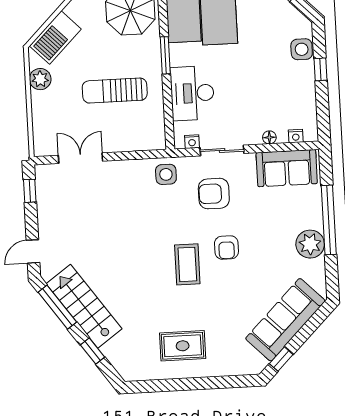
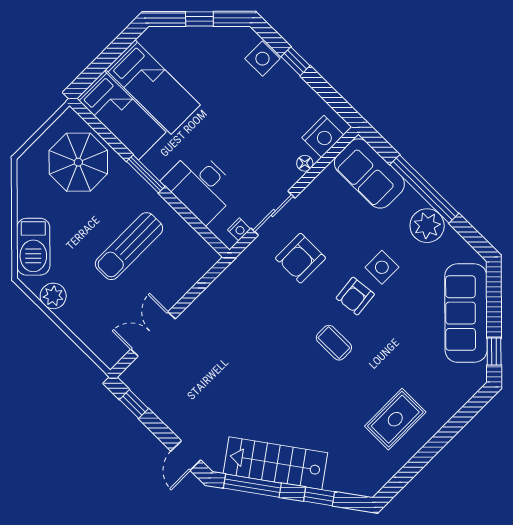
nightstand: (296, 136) -> (323, 136), width x1.89, depth x1.79
sofa: (287, 168) -> (369, 173), moved, turned 90
side table: (166, 174) -> (382, 267), moved
armchair: (226, 248) -> (355, 296), turned 84
coffee table: (187, 264) -> (334, 343), width x0.73, depth x0.77

